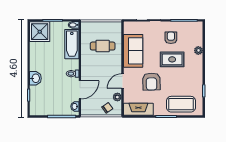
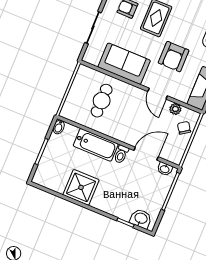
shower: (40, 32) -> (81, 187), moved
bathtub: (72, 44) -> (96, 145), moved
washbasin: (35, 78) -> (141, 219), moved
armchair: (151, 82) -> (174, 57), turned 92
door: (80, 90) -> (146, 154), hinge flipped

